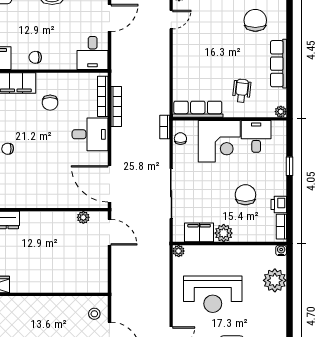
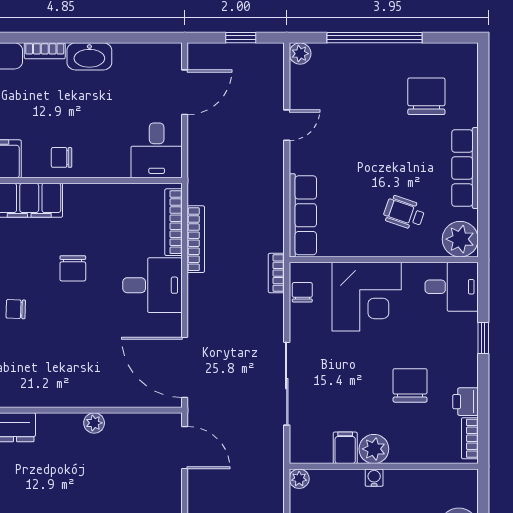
door: (171, 20) -> (287, 125), moved
wheelchair: (242, 91) -> (404, 213), turned -77
chair: (50, 103) -> (73, 268), moved
row of seats: (198, 109) -> (303, 215), moved, turned 90
plant: (281, 112) -> (460, 239), width x1.88, depth x1.88
desk: (256, 136) -> (452, 287), moved, turned 90
plant: (83, 217) -> (94, 423), moved
filing cabinet: (199, 232) -> (345, 448), width x0.50
water cooler: (281, 250) -> (374, 478), moved

